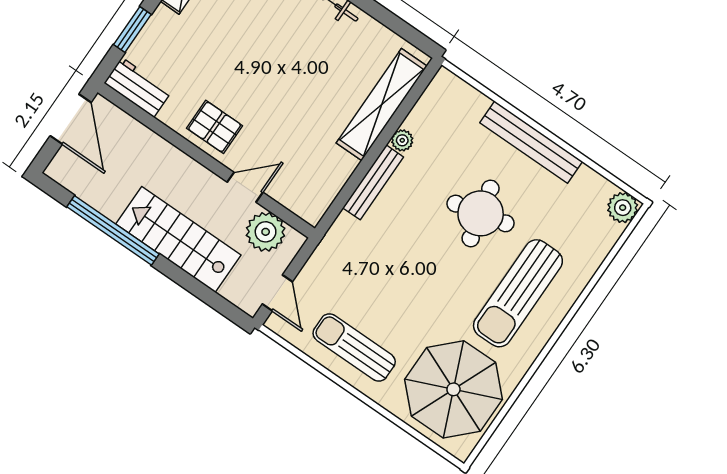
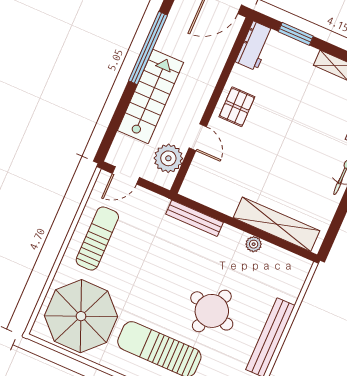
bench: (373, 182) -> (194, 218), moved
round table: (481, 213) -> (212, 311), turned 31

